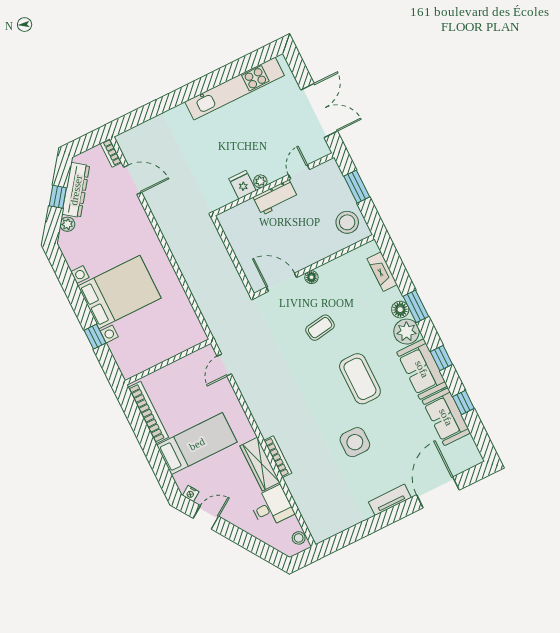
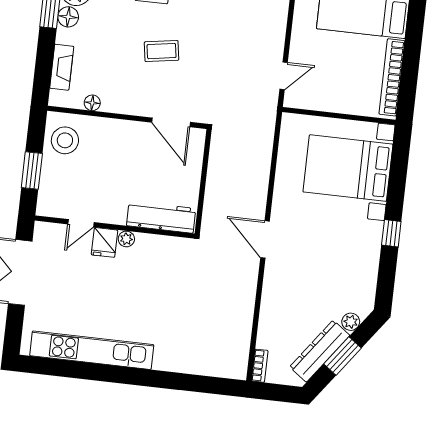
door: (133, 180) -> (265, 239), moved
fridge: (242, 185) -> (105, 242), moved
window: (58, 197) -> (342, 356), width x1.50
workbench: (276, 197) -> (161, 217), moved, width x1.38
floor lamp: (311, 277) -> (92, 103), moved
bed with nightstands: (119, 292) -> (348, 168), moved
window: (95, 337) -> (391, 233), moved

